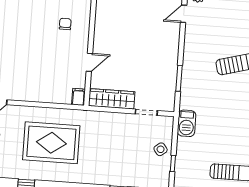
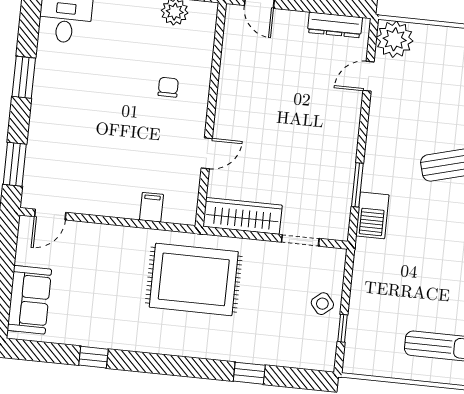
filing cabinet: (78, 97) -> (151, 207), moved
barbecue: (187, 123) -> (372, 215), moved
rug: (51, 143) -> (194, 279), moved

